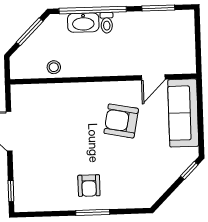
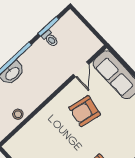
toilet: (107, 23) -> (50, 39), moved

